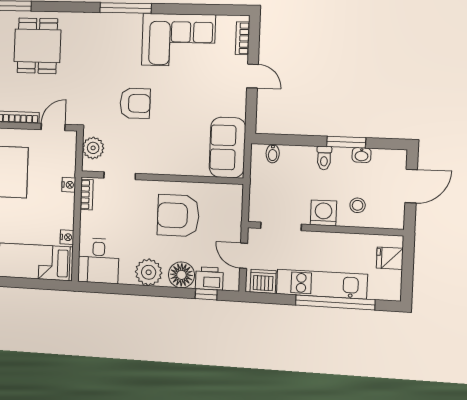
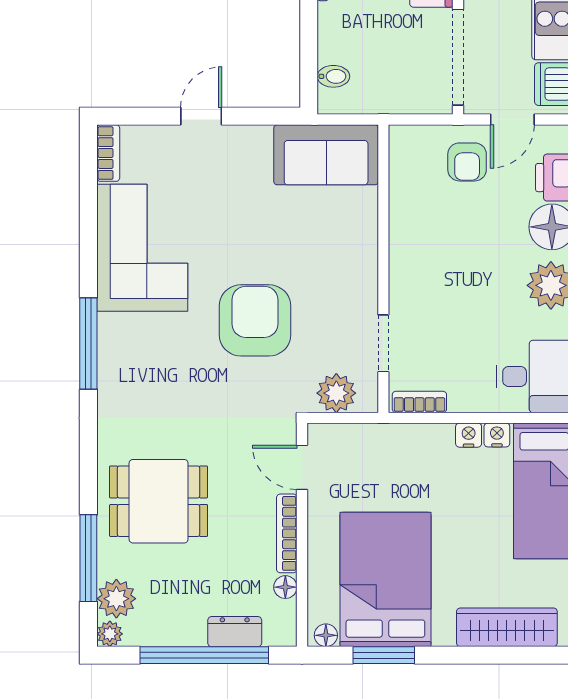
bookcase: (242, 38) -> (108, 153), moved, turned -90
armchair: (135, 103) -> (255, 320), width x1.36, depth x1.36
nightstand: (69, 185) -> (469, 435), moved
armchair: (178, 215) -> (467, 162), moved, width x0.53, depth x0.53
doorway: (281, 226) -> (458, 57), width x1.36

